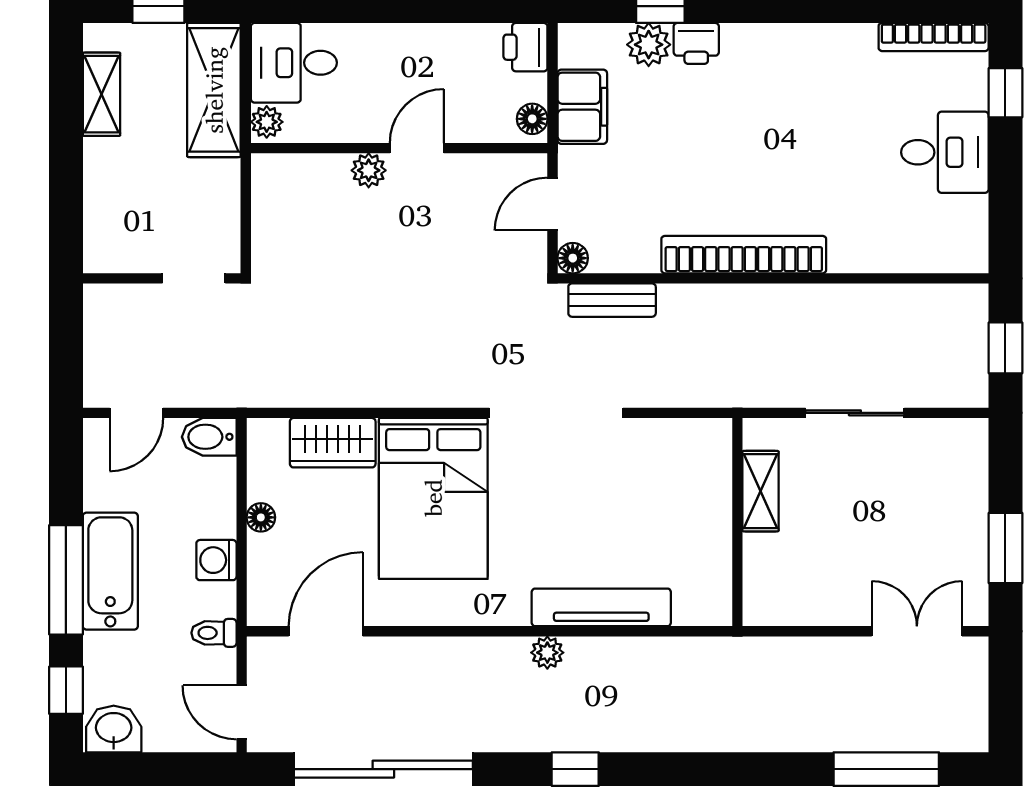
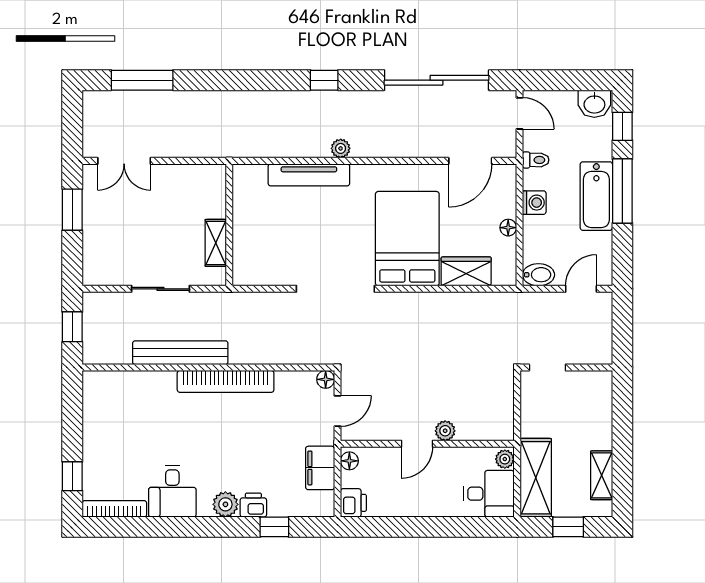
plant: (649, 45) -> (225, 504), moved
desk: (945, 152) -> (172, 491), moved, turned -90
bench: (612, 300) -> (180, 353), moved, width x1.86, depth x1.21

